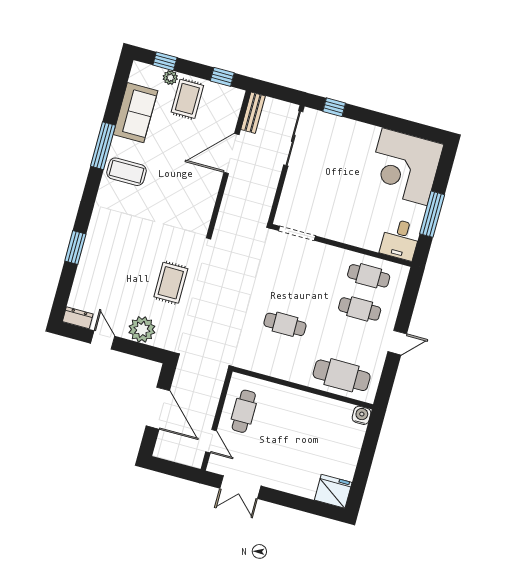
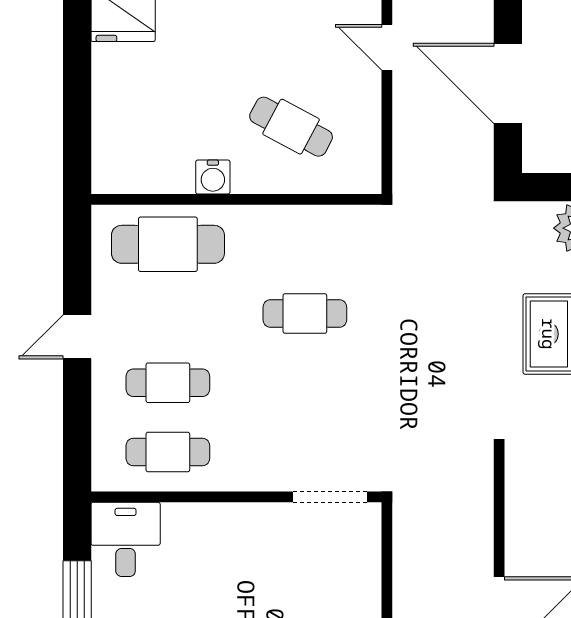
cafe table: (244, 411) -> (291, 127), moved, turned -62
water cooler: (361, 415) -> (213, 177), moved

